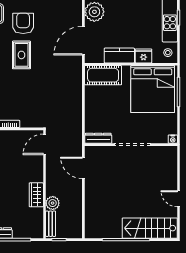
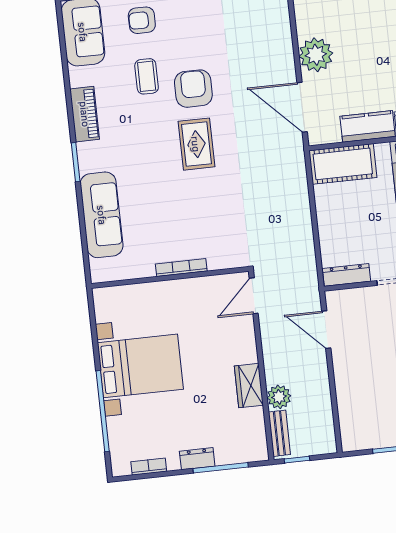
door: (83, 41) -> (302, 107), hinge flipped

